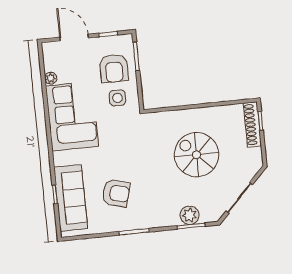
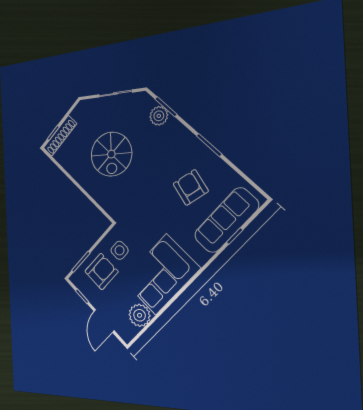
plant: (51, 78) -> (139, 315), width x1.88, depth x1.88

